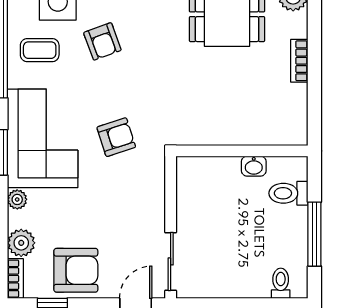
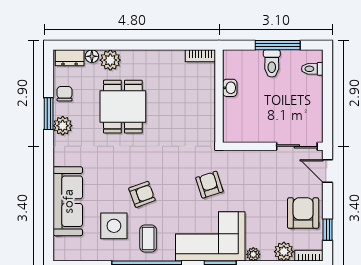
bookcase: (299, 61) -> (200, 56), moved
toilet: (288, 193) -> (272, 63), moved

